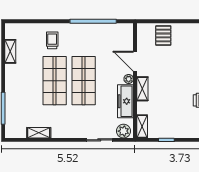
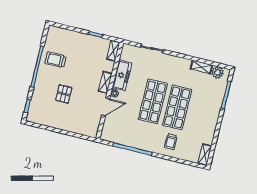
pallet: (163, 35) -> (64, 94), moved
shelving: (10, 51) -> (205, 155), moved
door: (135, 61) -> (106, 107), hinge flipped
plant: (123, 131) -> (218, 72), moved

